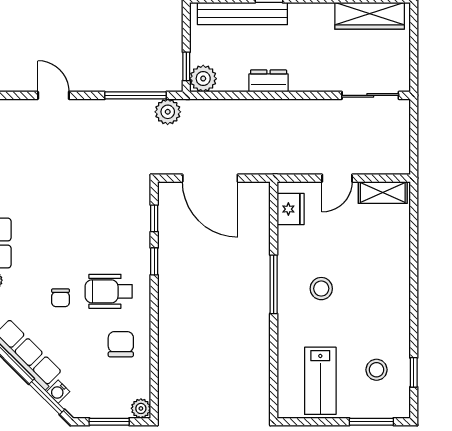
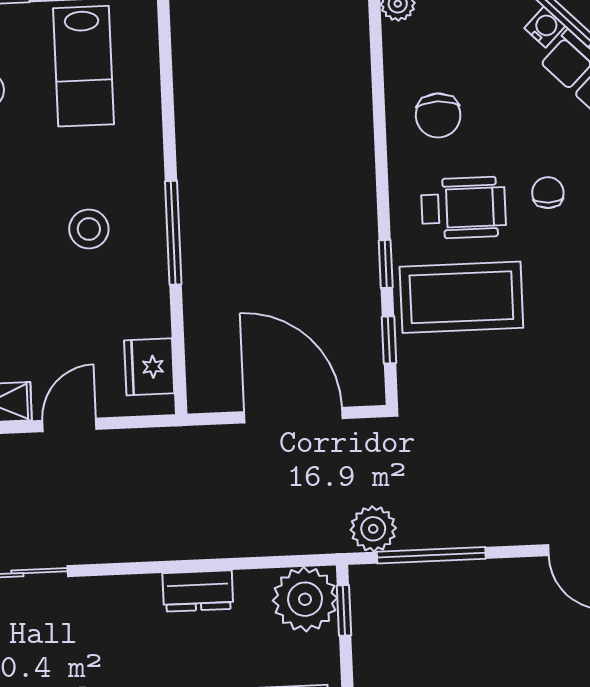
plant: (203, 79) -> (305, 599), width x1.36, depth x1.36
coffee table: (112, 241) -> (461, 297), added
lab bench: (320, 381) -> (83, 66), turned 180

